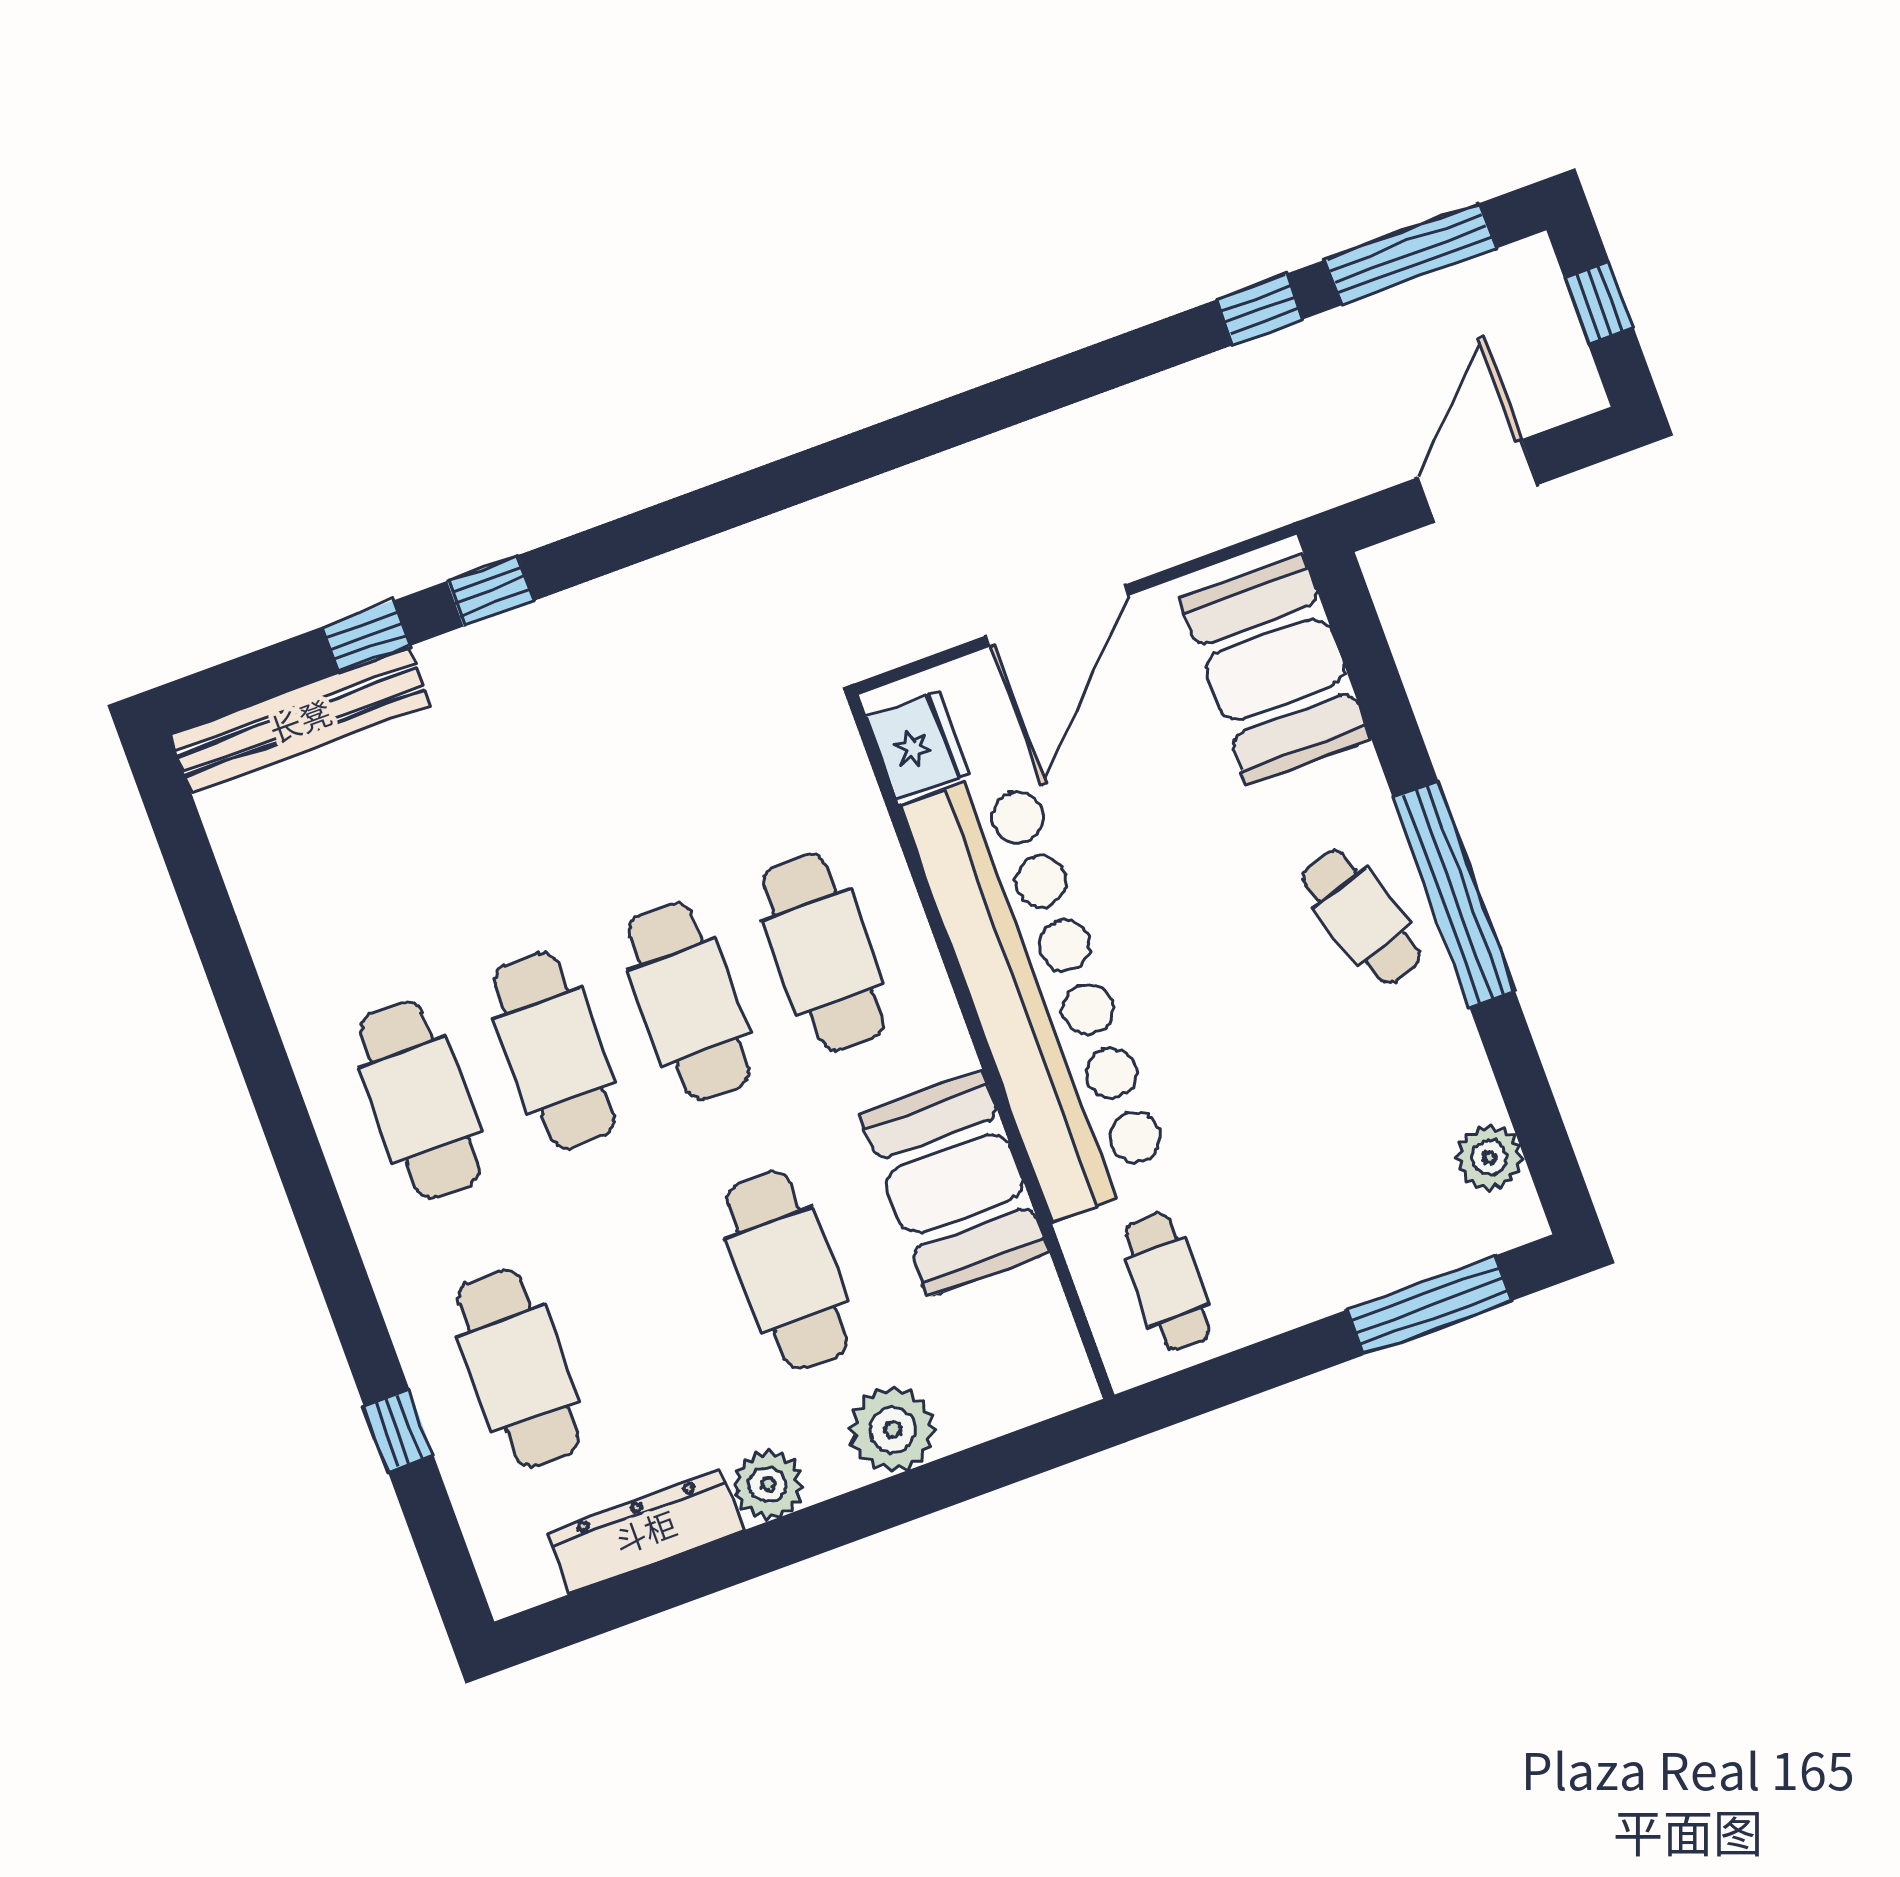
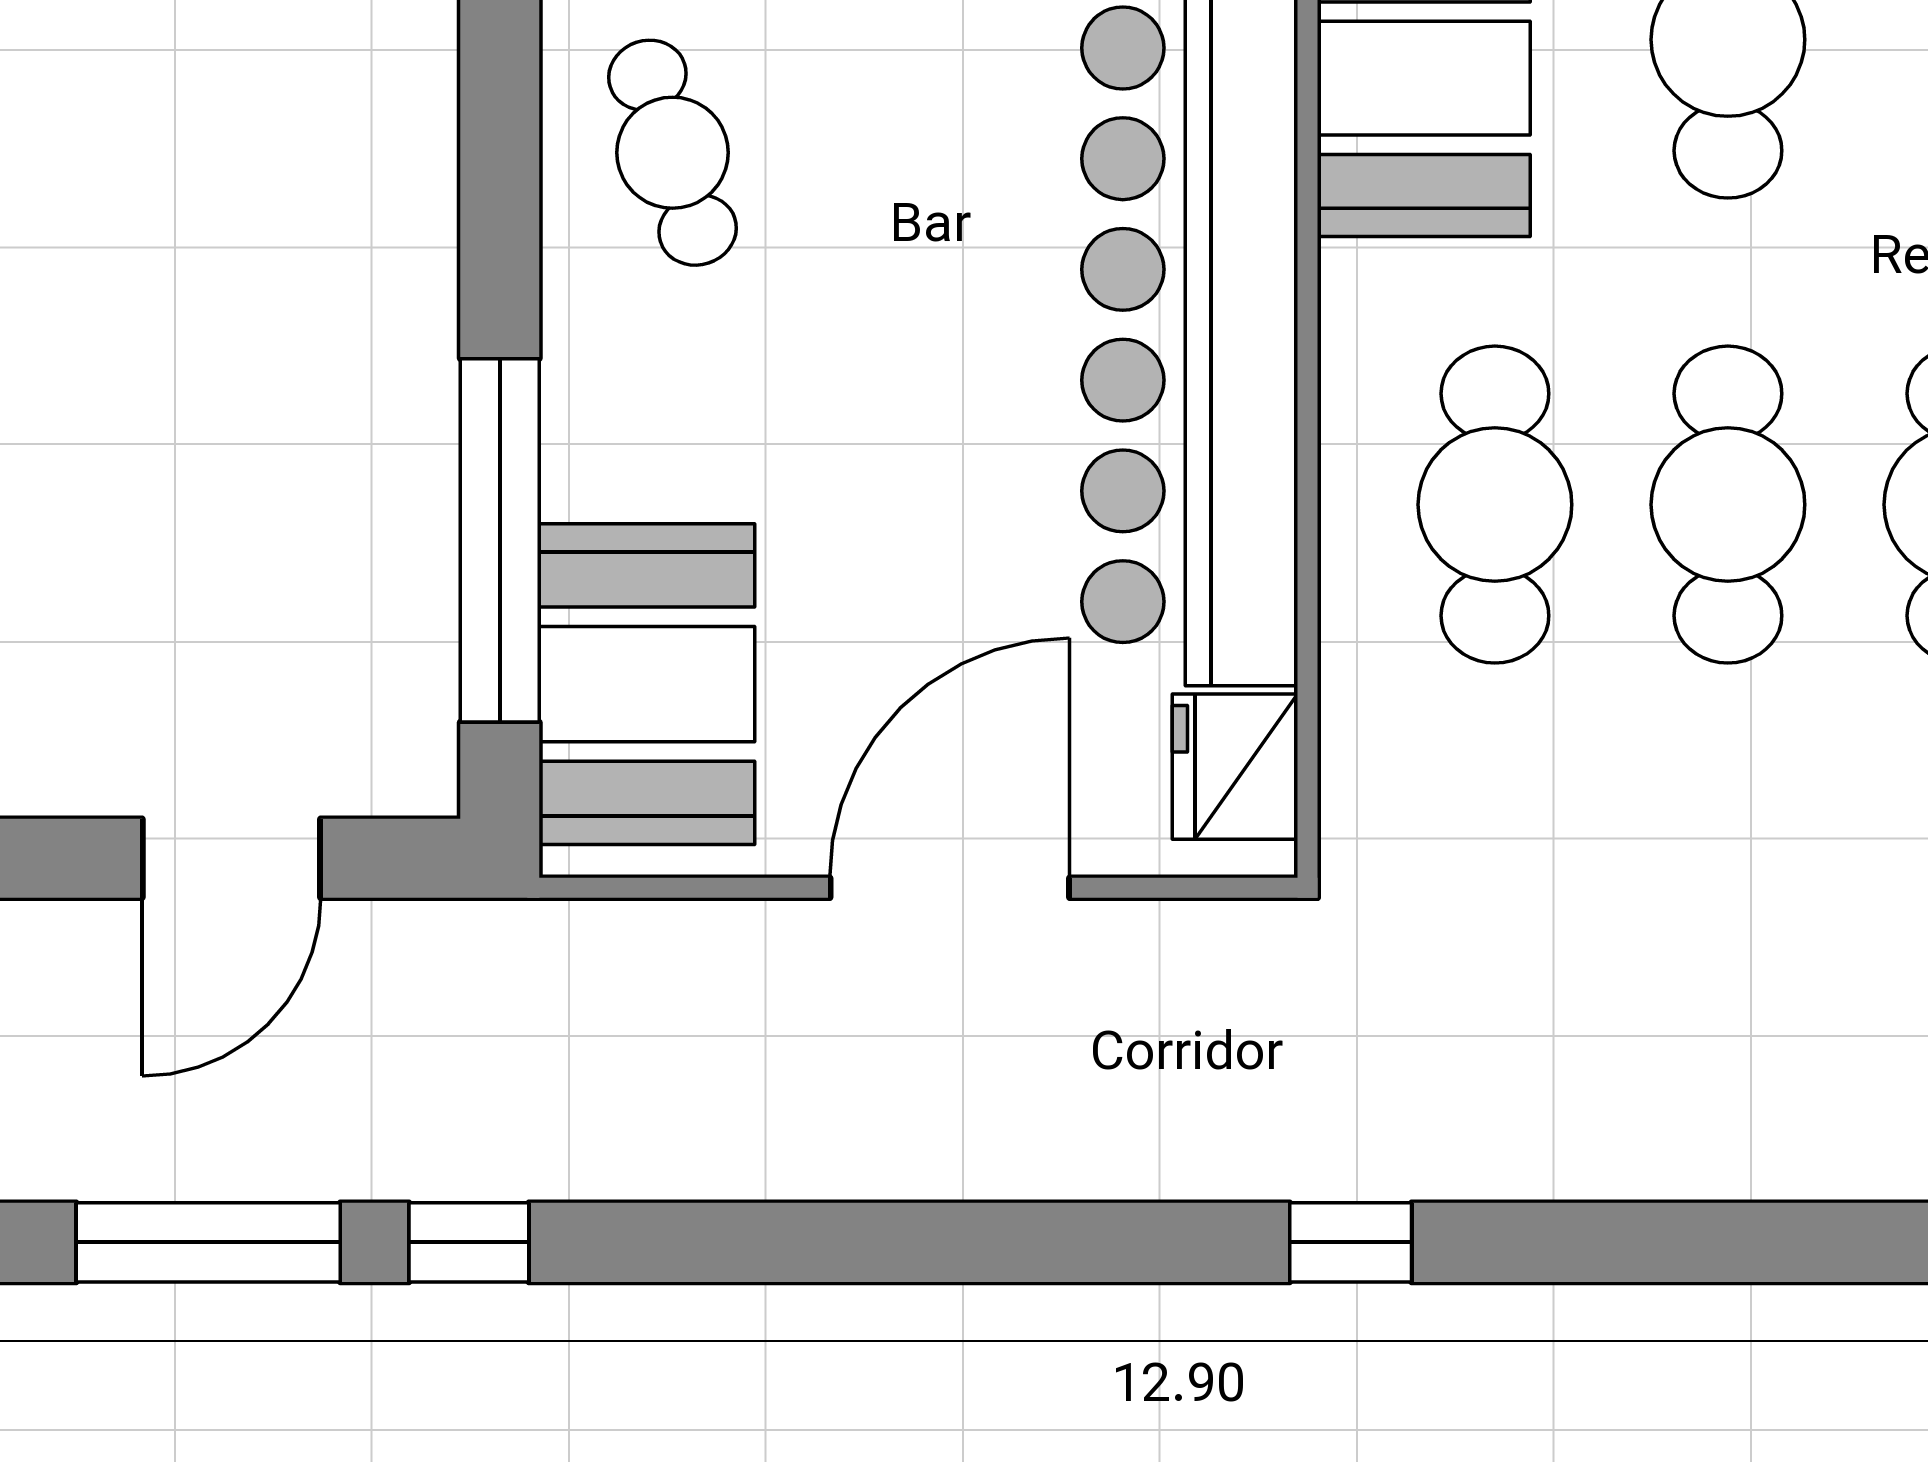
window: (491, 591) -> (1351, 1242), moved
window: (1454, 895) -> (500, 540), moved
cafe table: (1361, 917) -> (672, 153), moved

